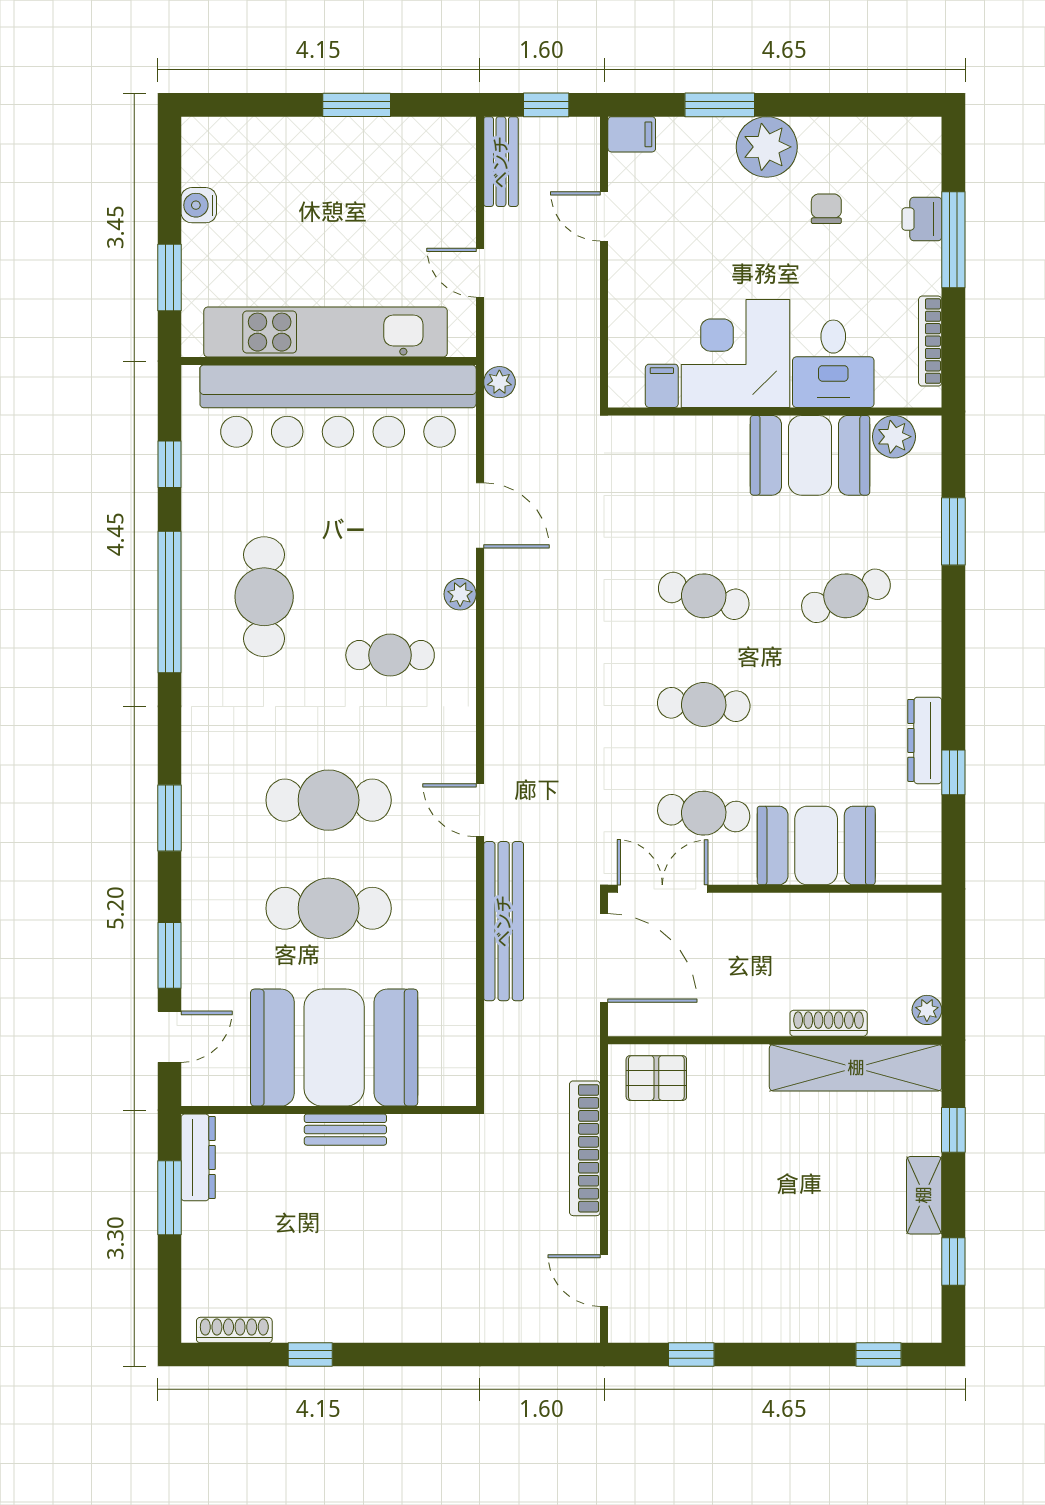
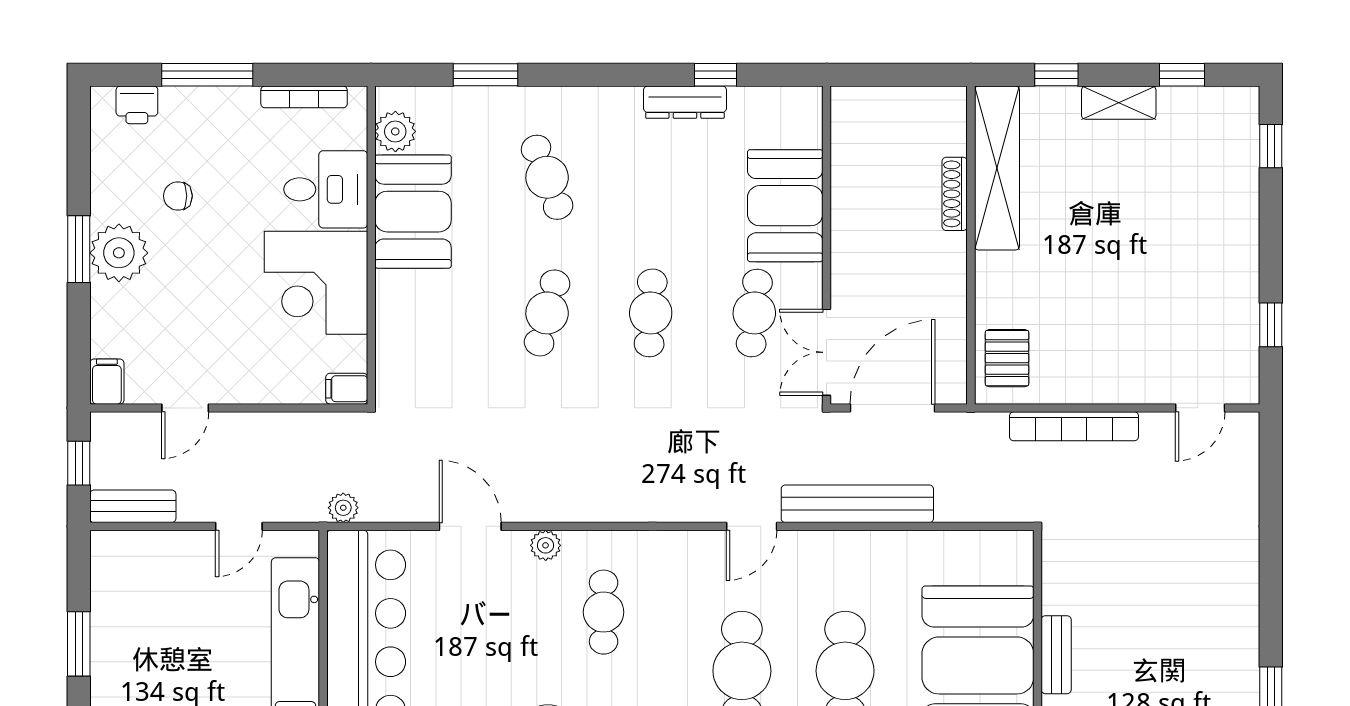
window: (720, 105) -> (79, 249), moved
printer: (922, 219) -> (137, 105), moved
filing cabinet: (662, 386) -> (347, 389), moved
door: (480, 515) -> (470, 526), hinge flipped
plant: (927, 1010) -> (942, 100), removed

